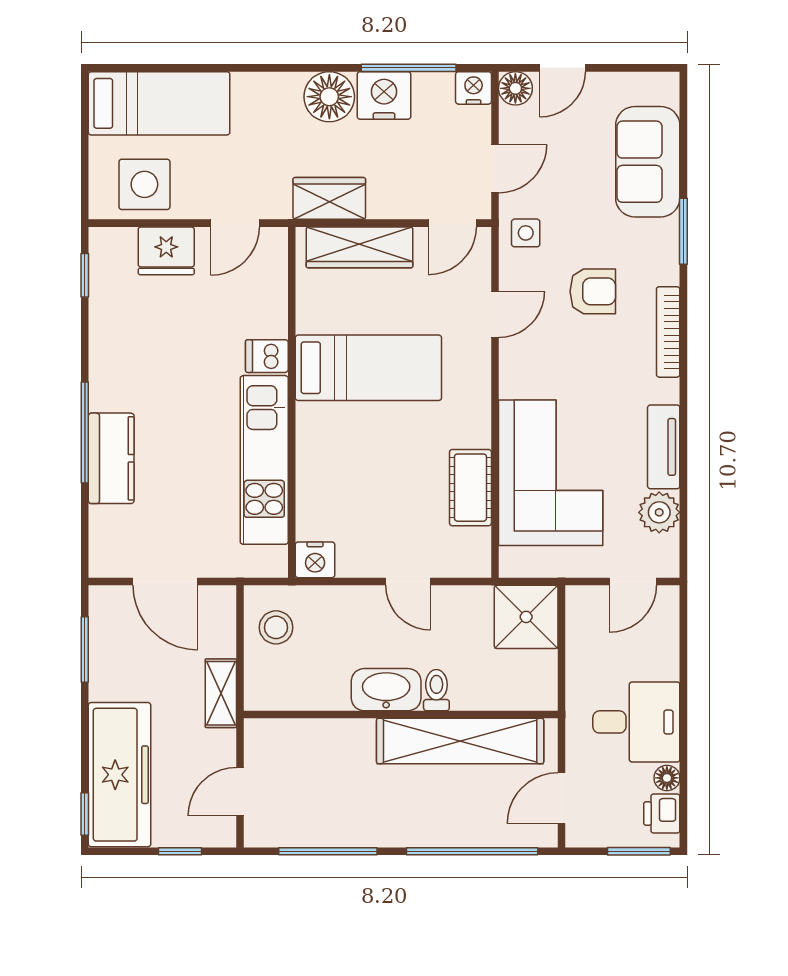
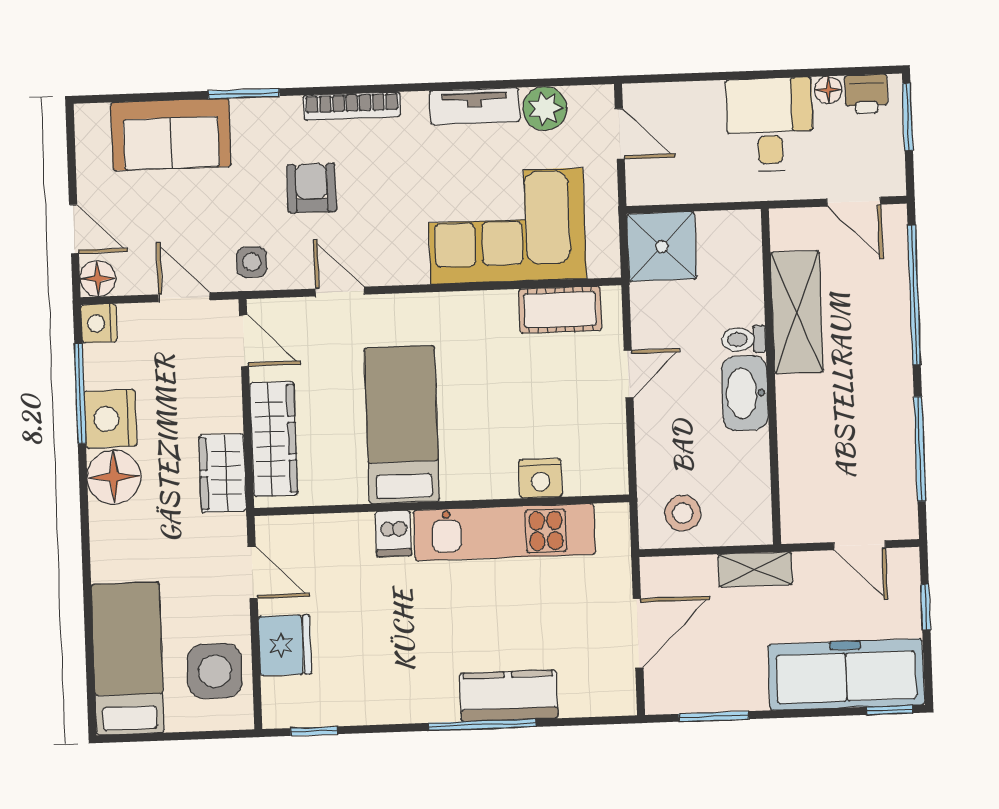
cot: (470, 488) -> (560, 310), moved
nightstand: (315, 560) -> (540, 478), moved, turned 90
shelving: (460, 741) -> (797, 312), width x0.68

